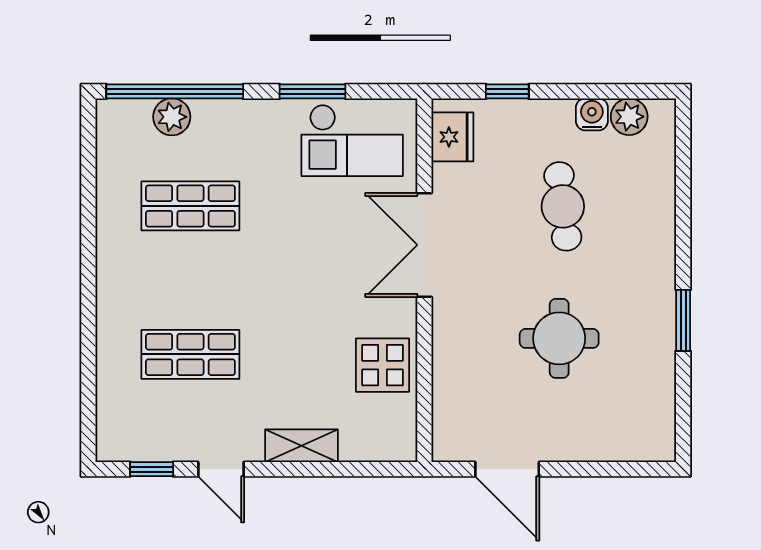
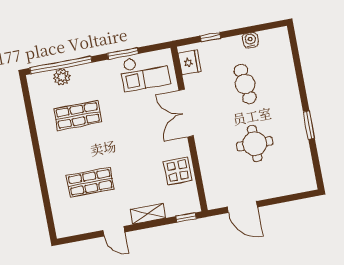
plant: (629, 117) -> (267, 38), removed
window: (152, 469) -> (186, 218), moved

